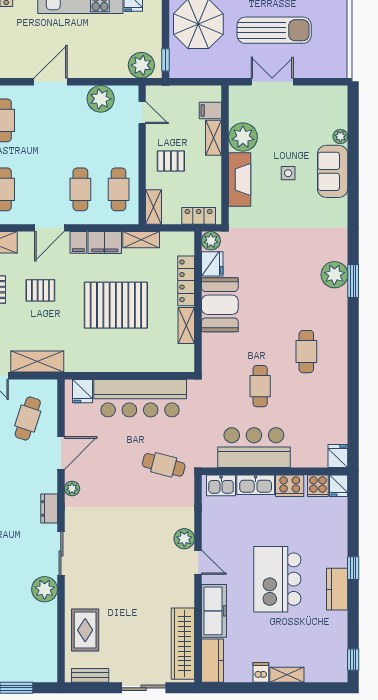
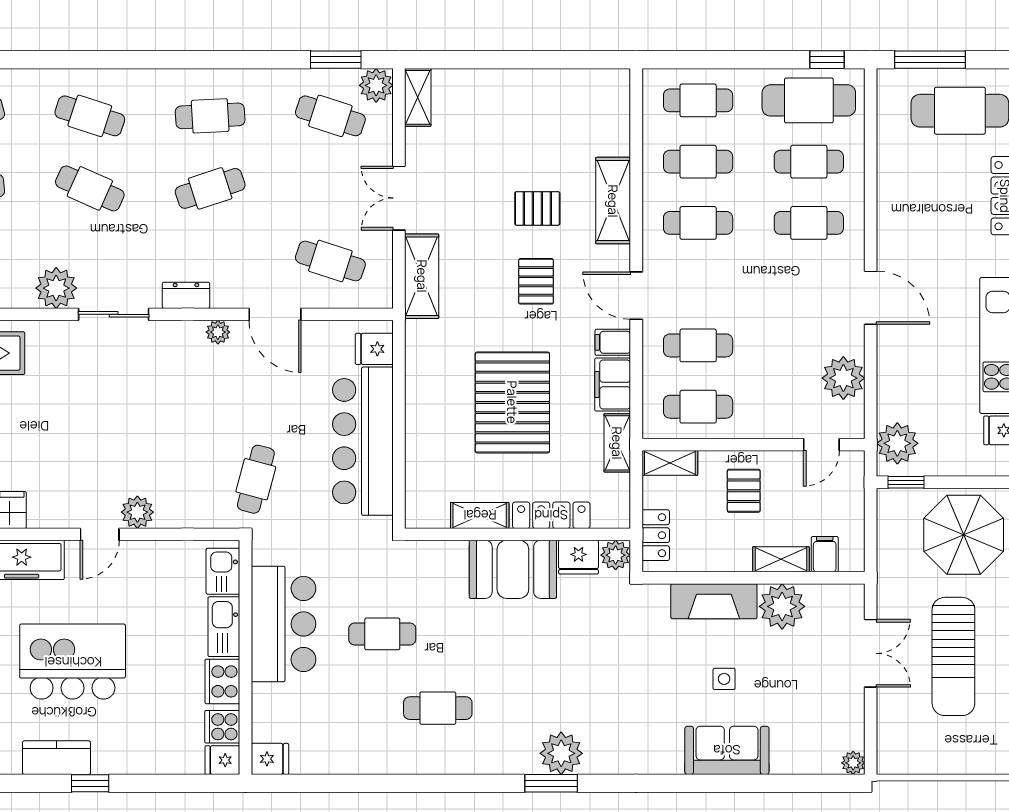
plant: (340, 136) -> (853, 763), moved

